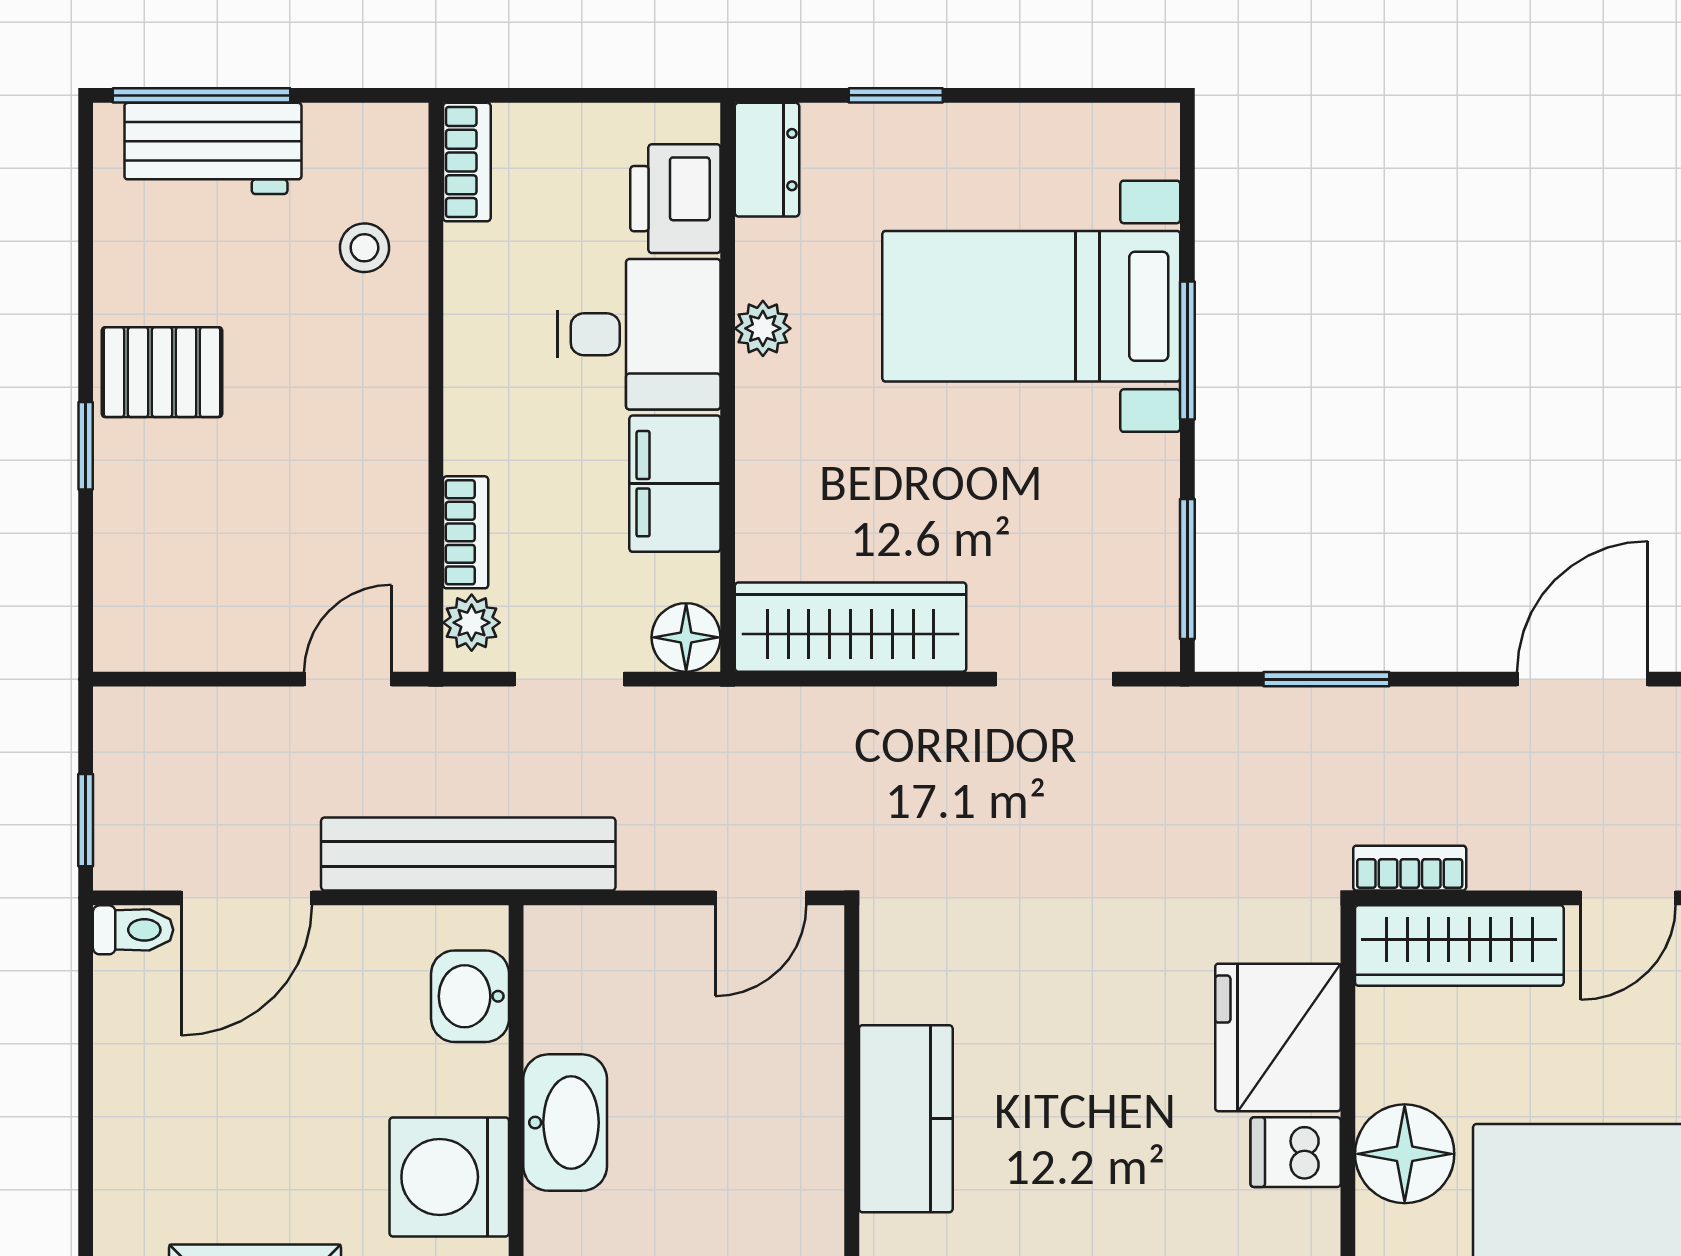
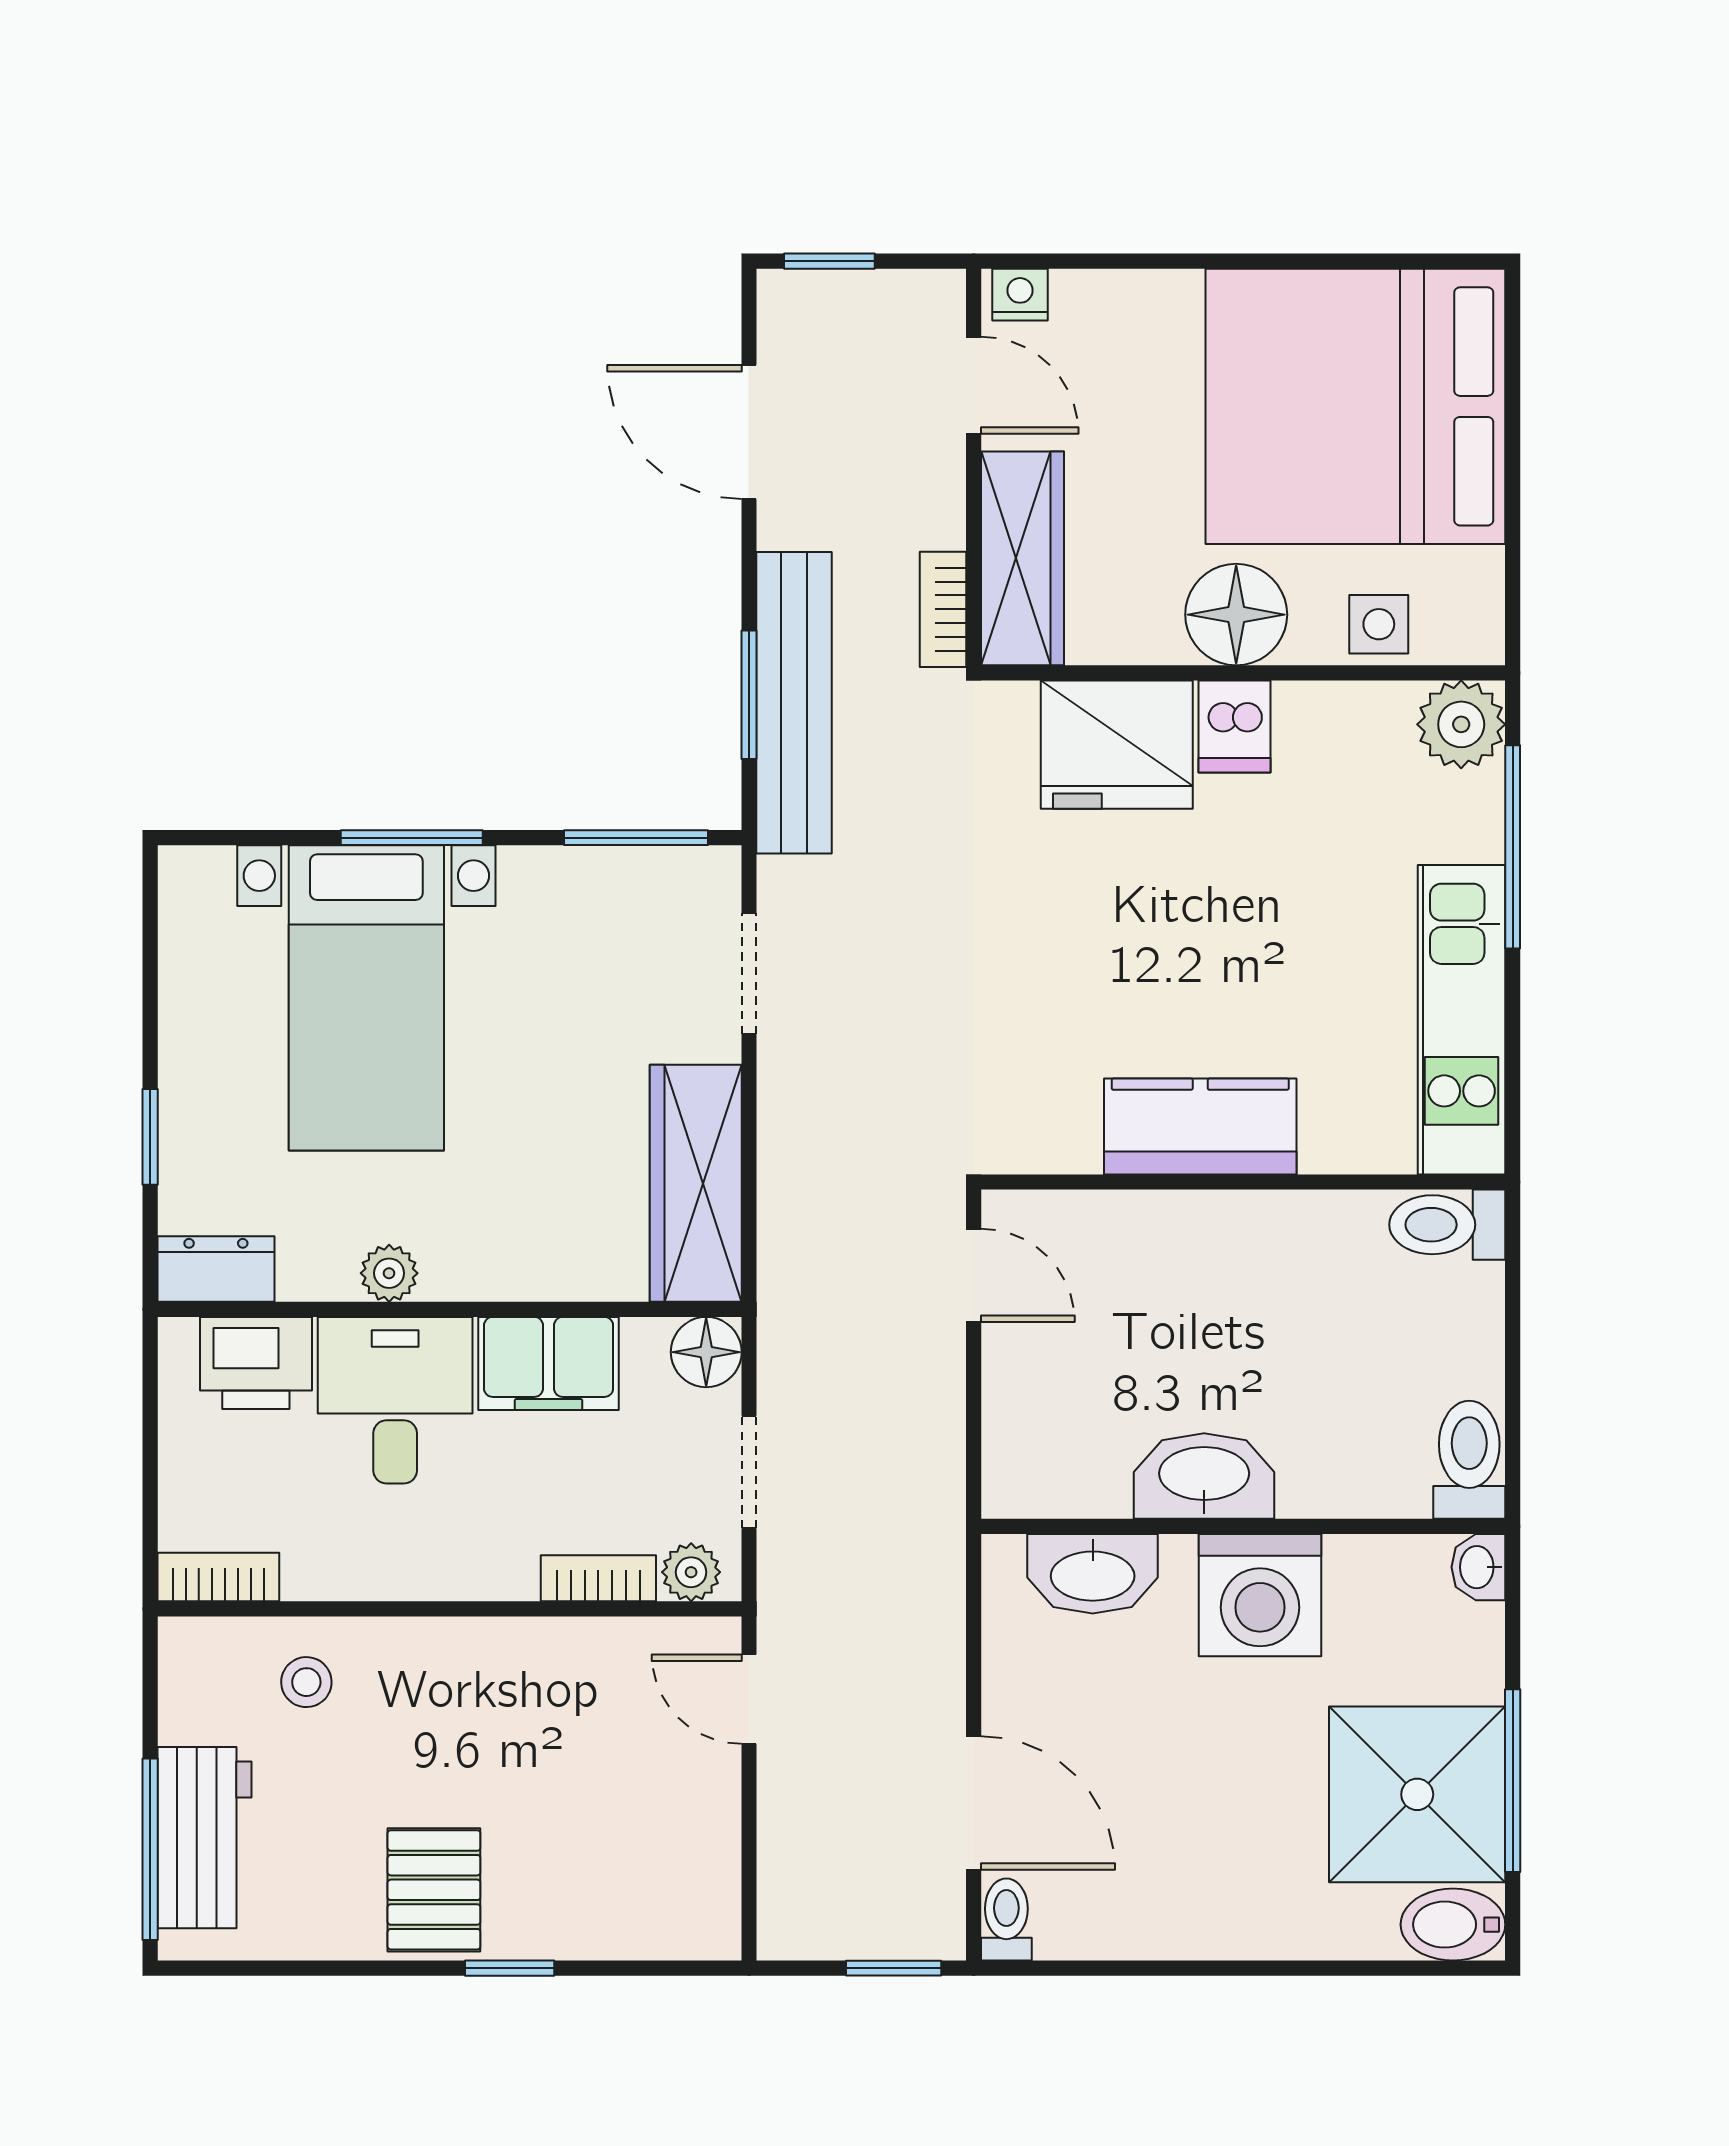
bench: (468, 854) -> (794, 703), moved
washbasin: (470, 996) -> (1093, 1574), width x1.38

